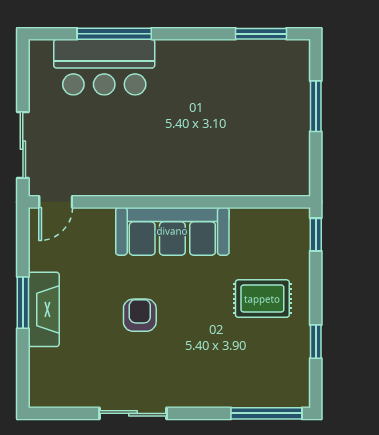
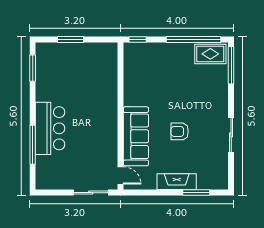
bar counter: (104, 67) -> (50, 128), moved
sofa: (172, 231) -> (136, 136), moved
rug: (262, 299) -> (210, 54), moved, turned 90
window: (23, 303) -> (196, 193), moved
window: (316, 342) -> (194, 39), width x3.17

